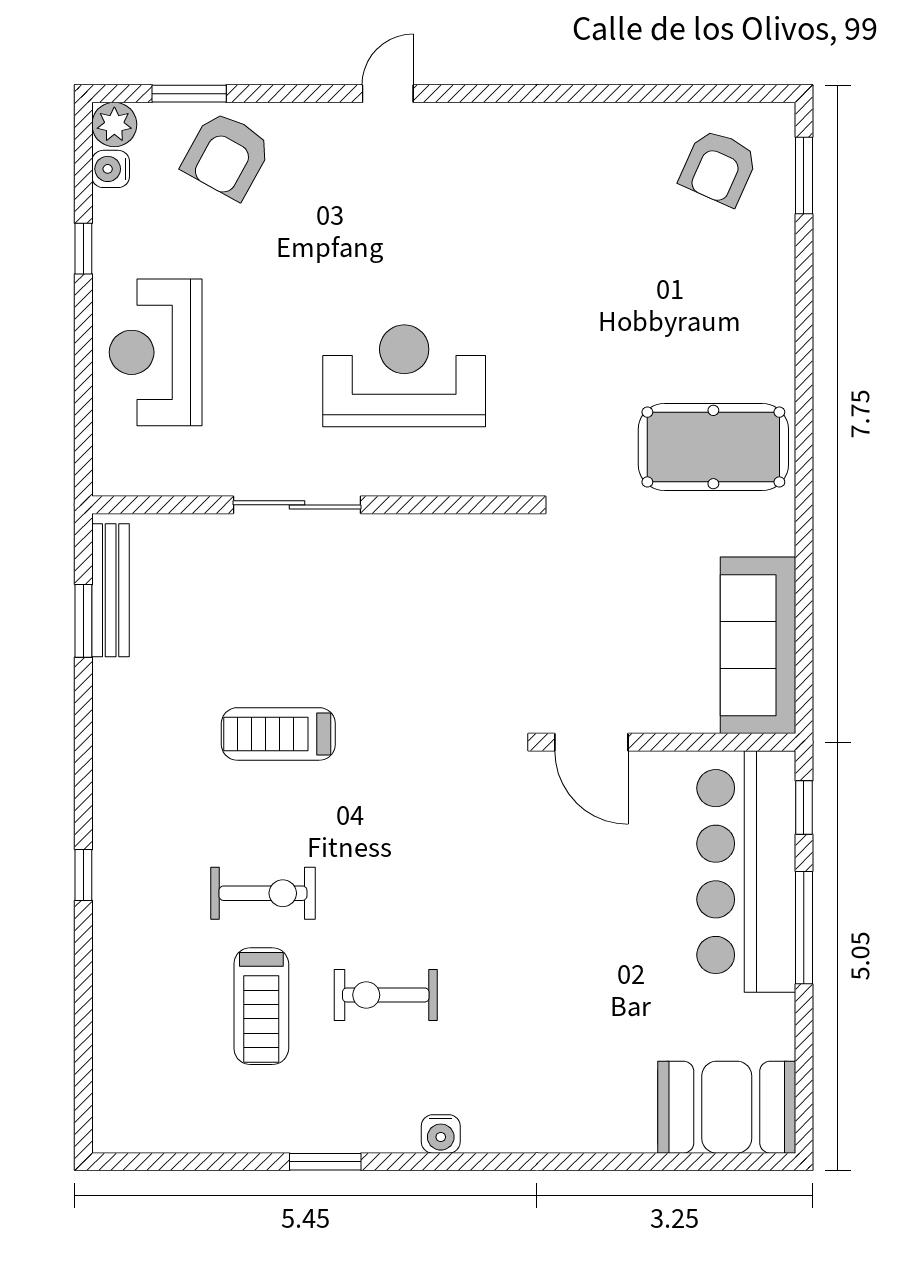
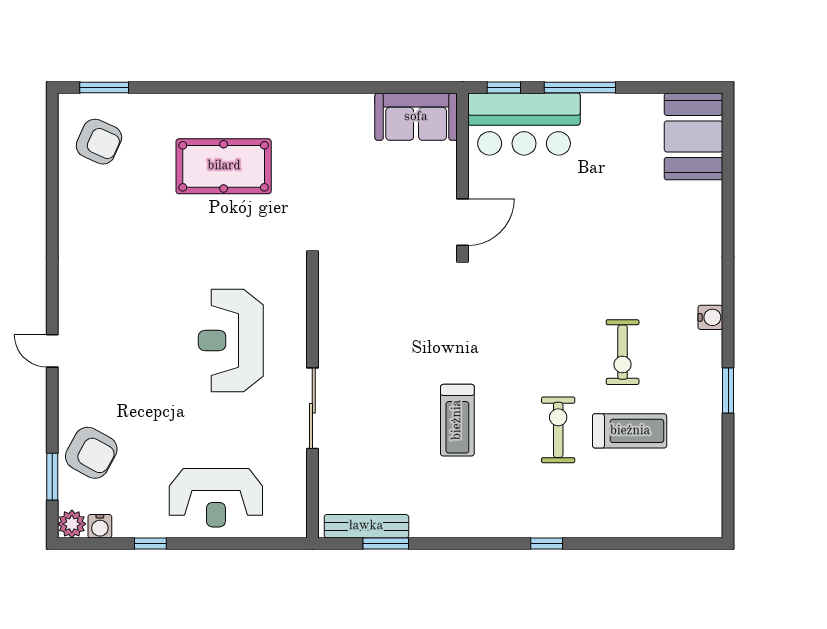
pool table: (713, 447) -> (224, 166), moved, turned 90
sofa: (758, 645) -> (416, 117), width x0.73
bar counter: (746, 872) -> (524, 124), width x0.73

